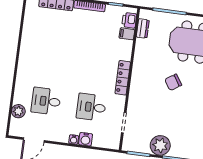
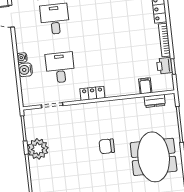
printer: (129, 20) -> (164, 66), moved, turned -90
locker: (123, 78) -> (92, 93), width x0.66
chair: (173, 82) -> (107, 146), turned -57

